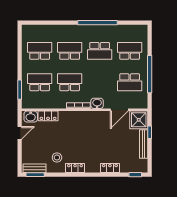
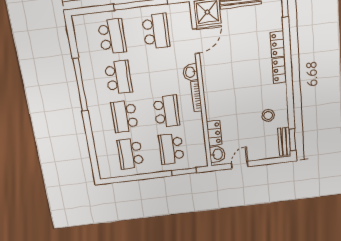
school desk: (130, 51) -> (112, 37), turned 180
school desk: (70, 82) -> (166, 111), turned 180
door: (119, 110) -> (196, 41), hinge flipped
door: (20, 133) -> (240, 165), hinge flipped
locker: (75, 168) -> (279, 71), moved

